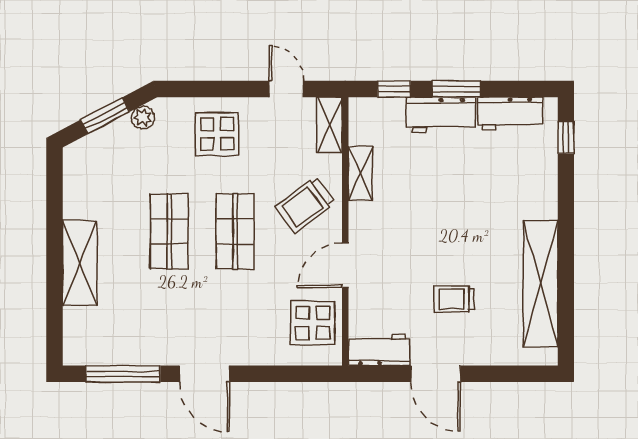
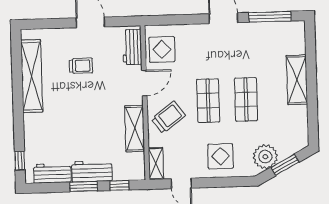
plant: (143, 117) -> (265, 157), width x1.87, depth x1.87
shelving: (361, 173) -> (135, 129), width x1.50, depth x1.33
workbench: (379, 350) -> (132, 47), moved, turned 90

